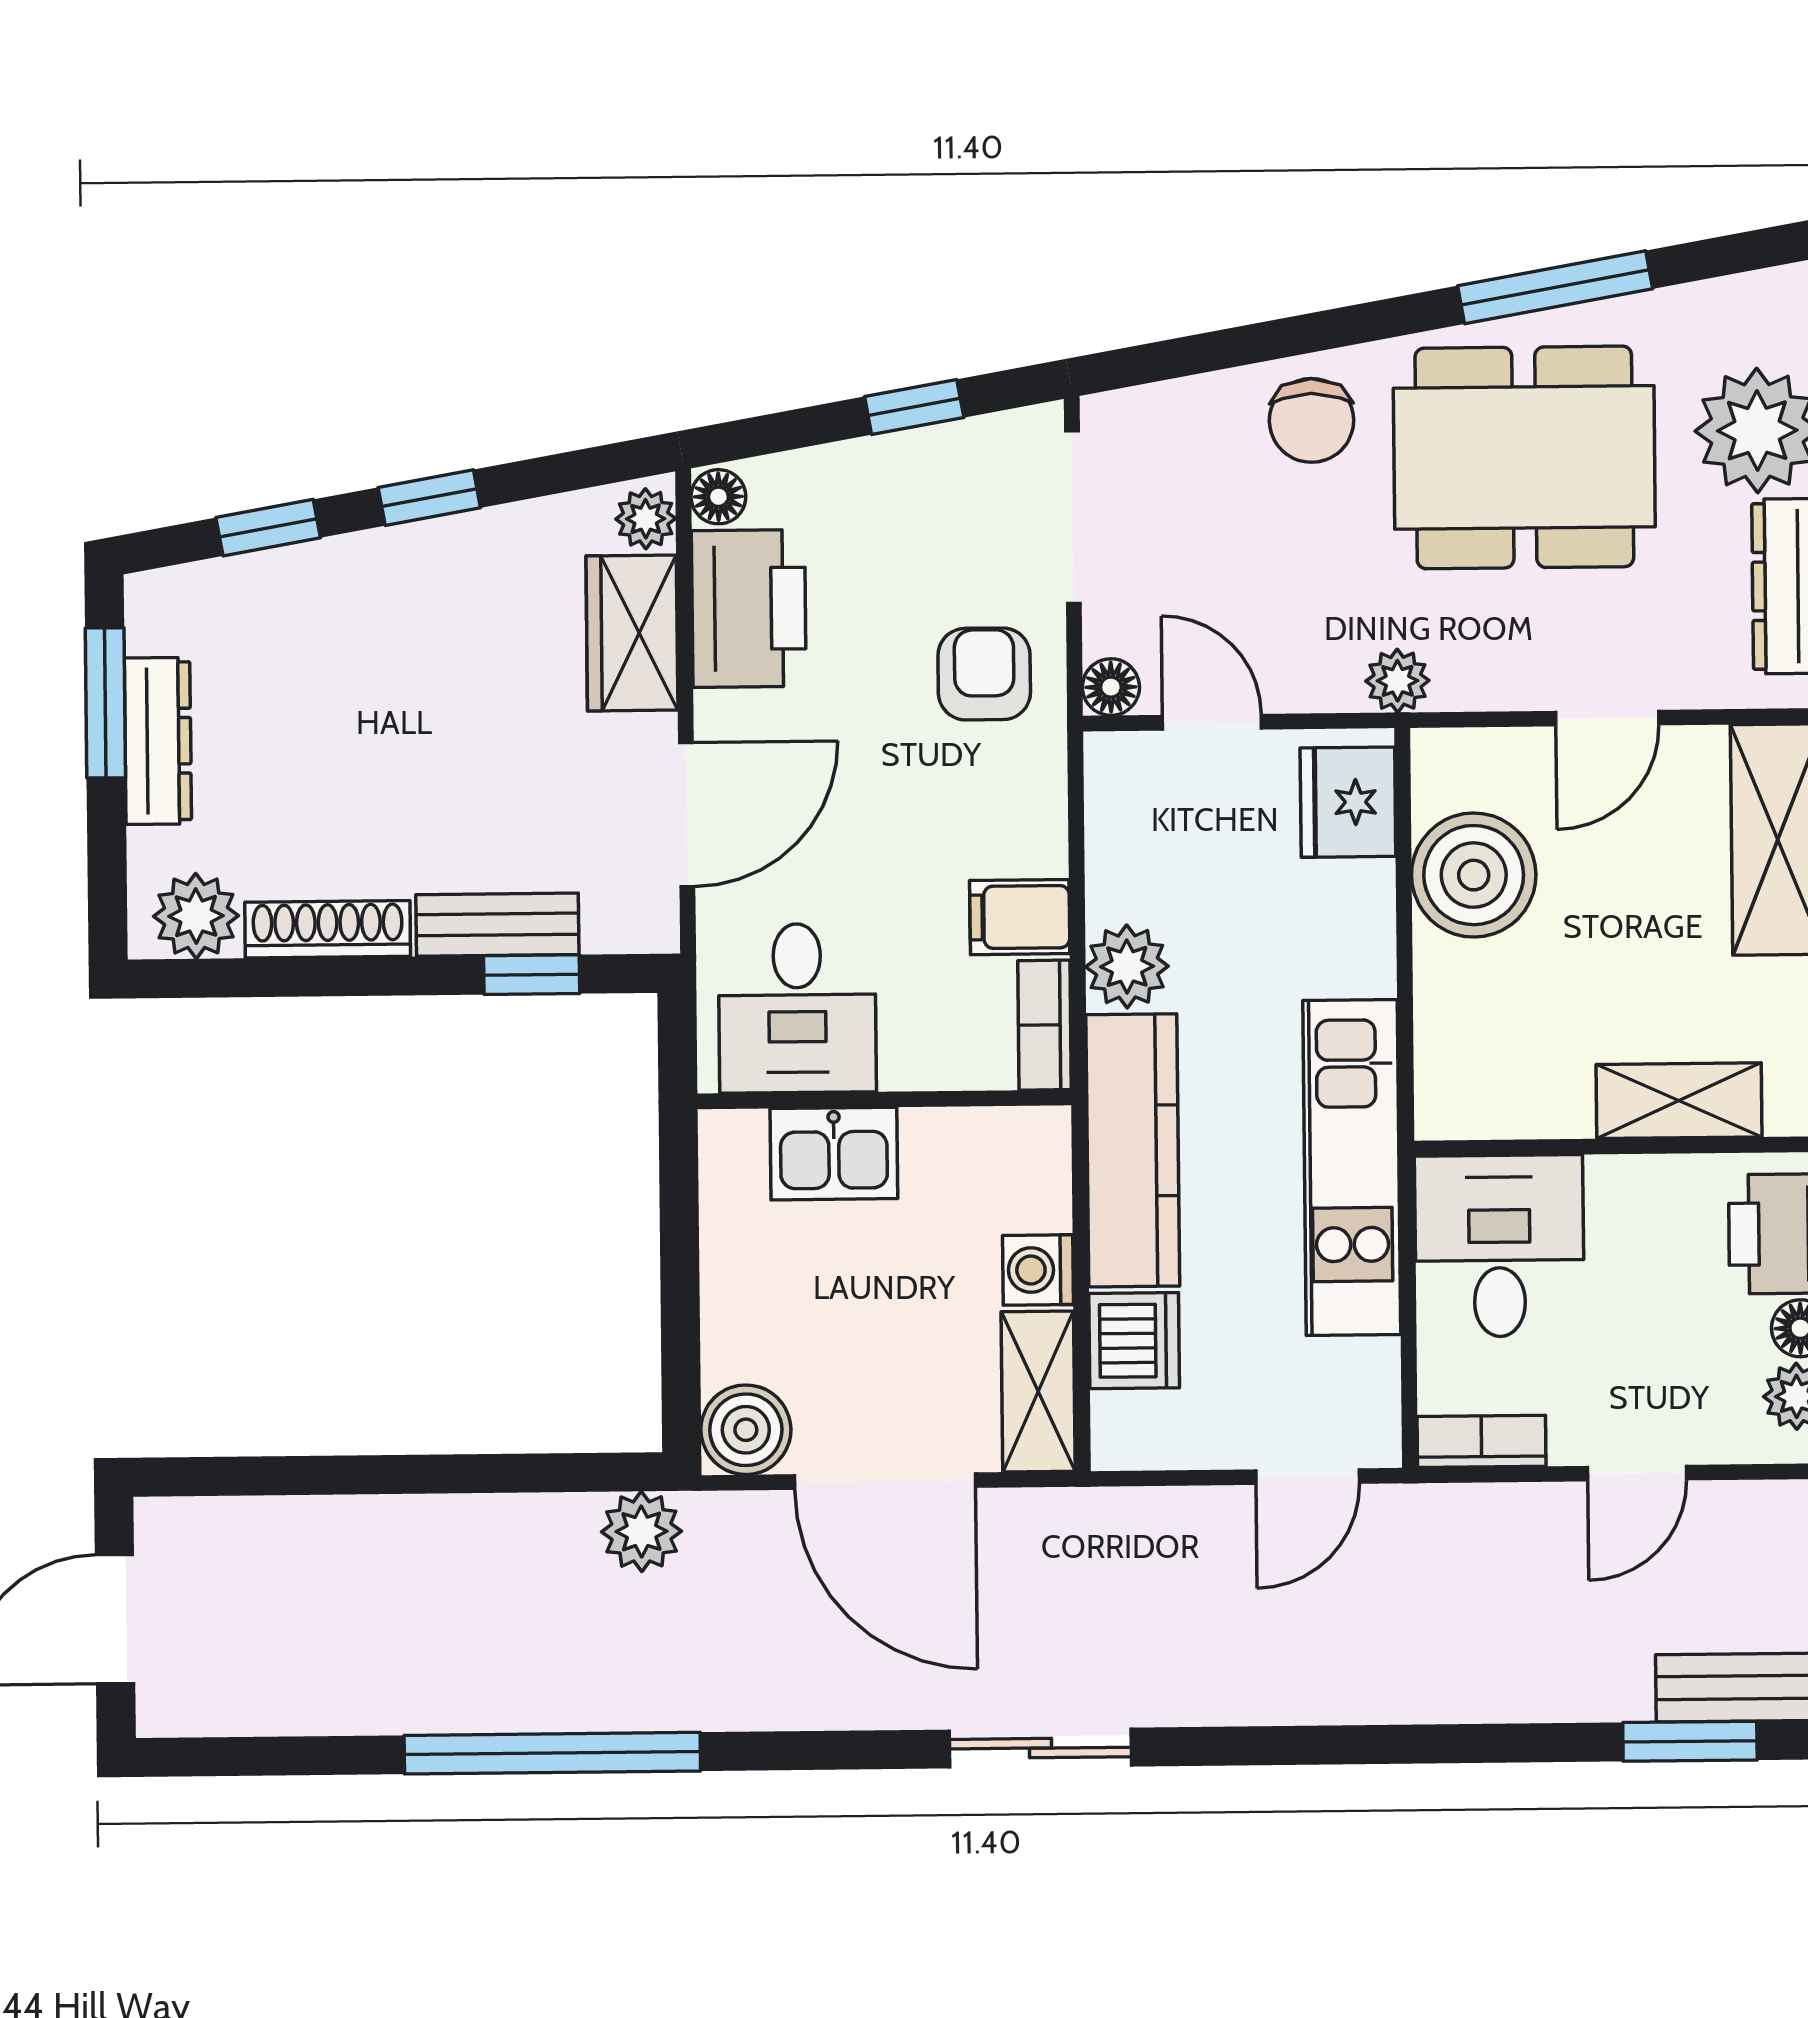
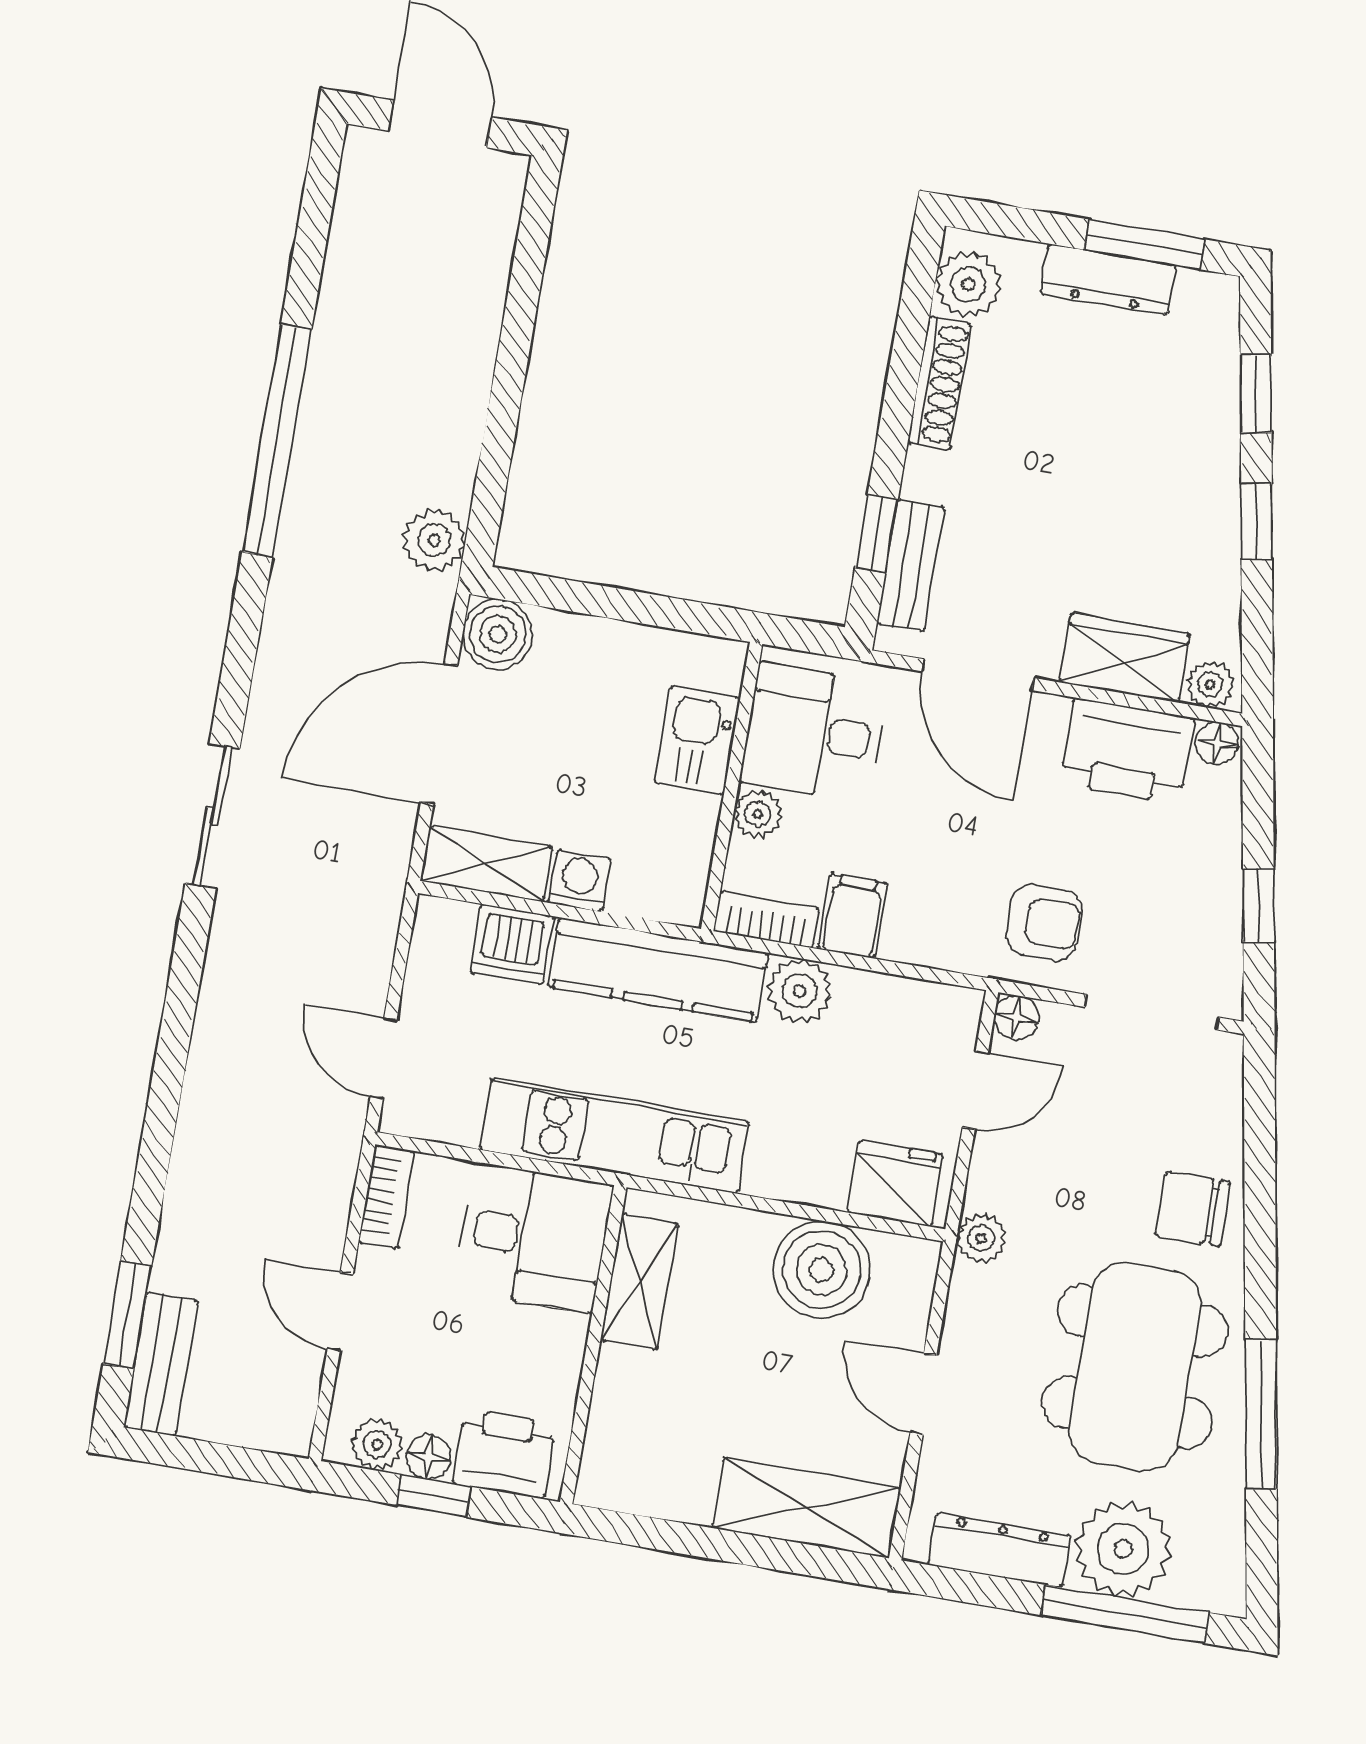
bench: (497, 925) -> (911, 565), moved
plant: (913, 1061) -> (758, 814), added
shelving: (1679, 1101) -> (639, 1282), moved

